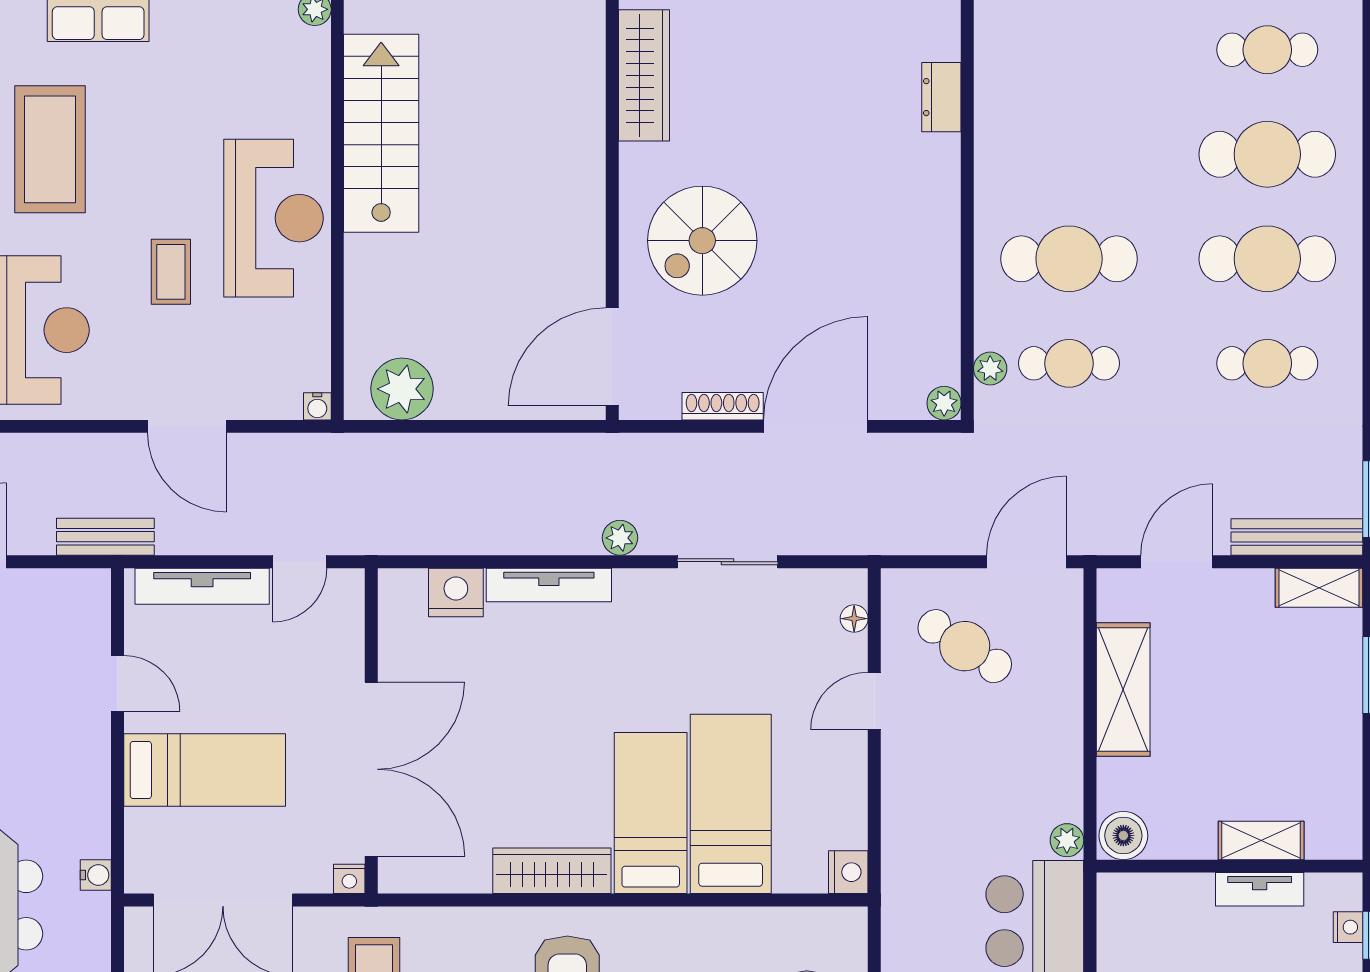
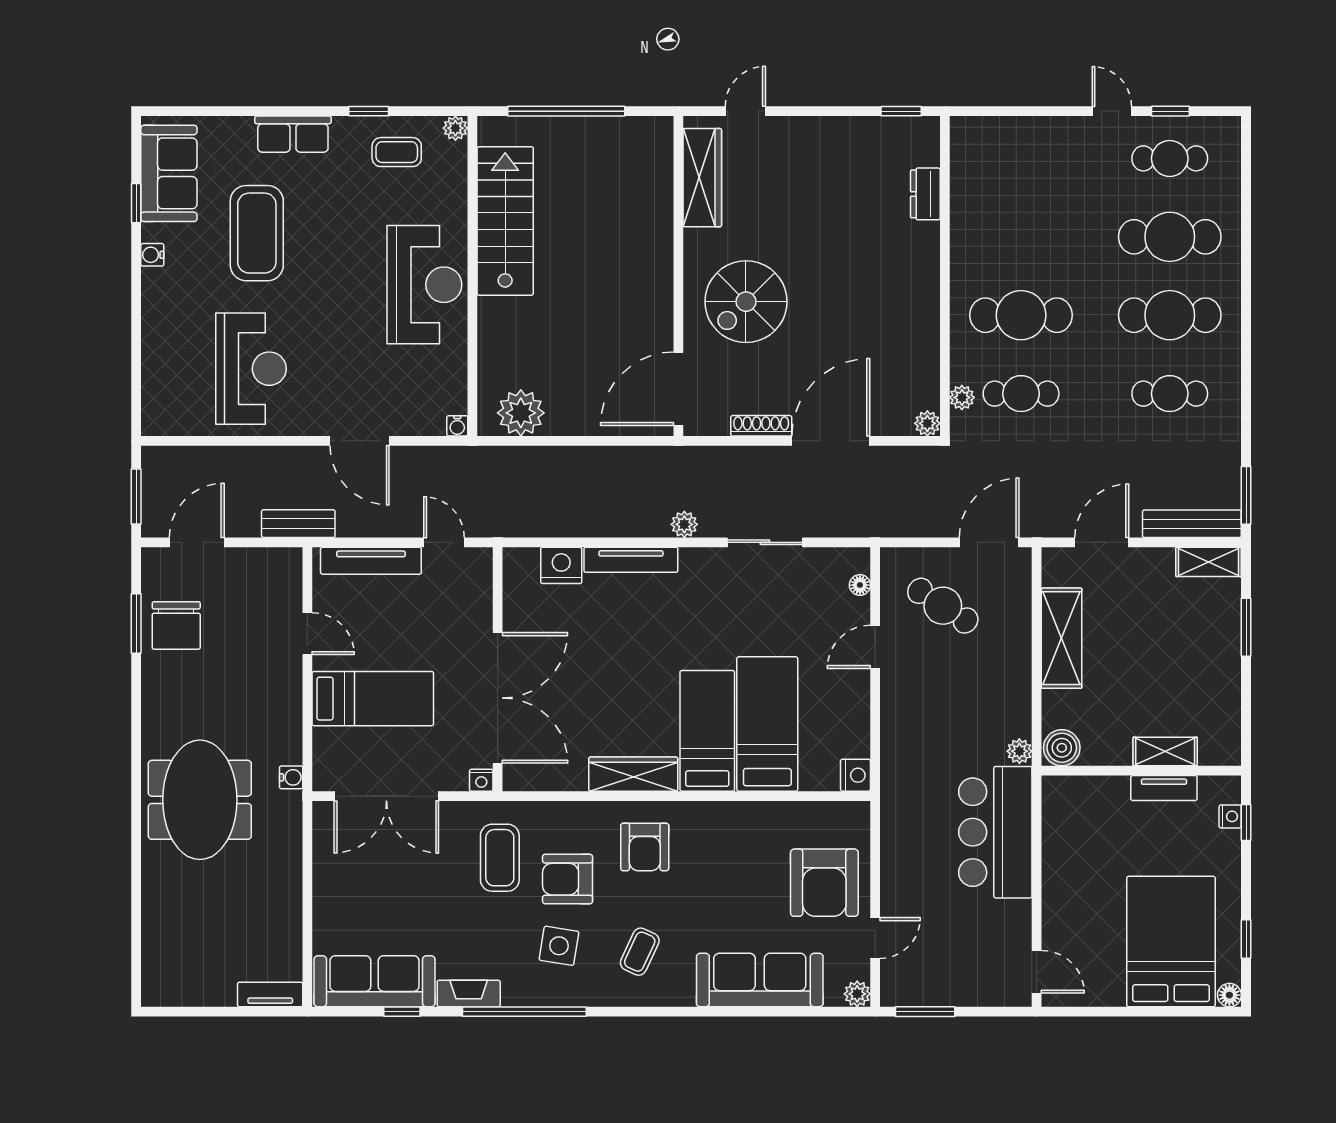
coffee table: (171, 272) -> (397, 152), moved, turned 90
door: (300, 562) -> (444, 542), swing flipped

